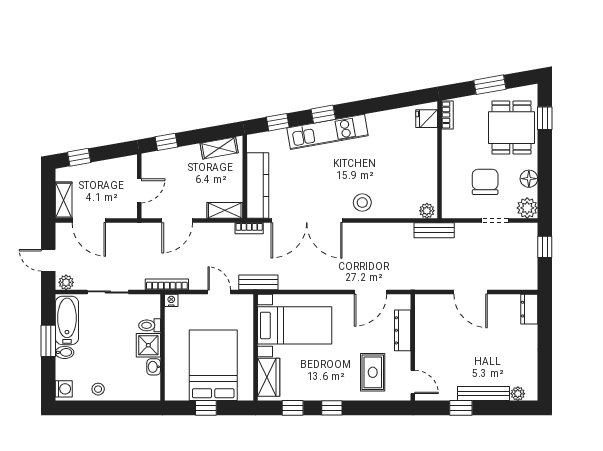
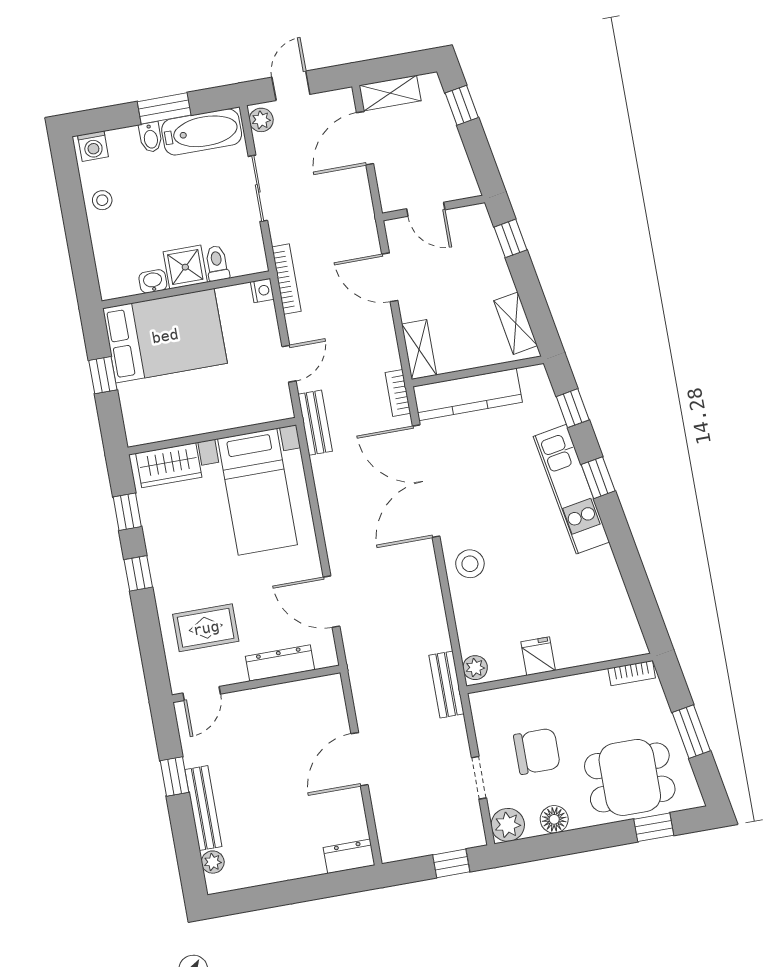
fridge: (427, 119) -> (538, 656), moved
bed: (213, 365) -> (165, 336), moved

